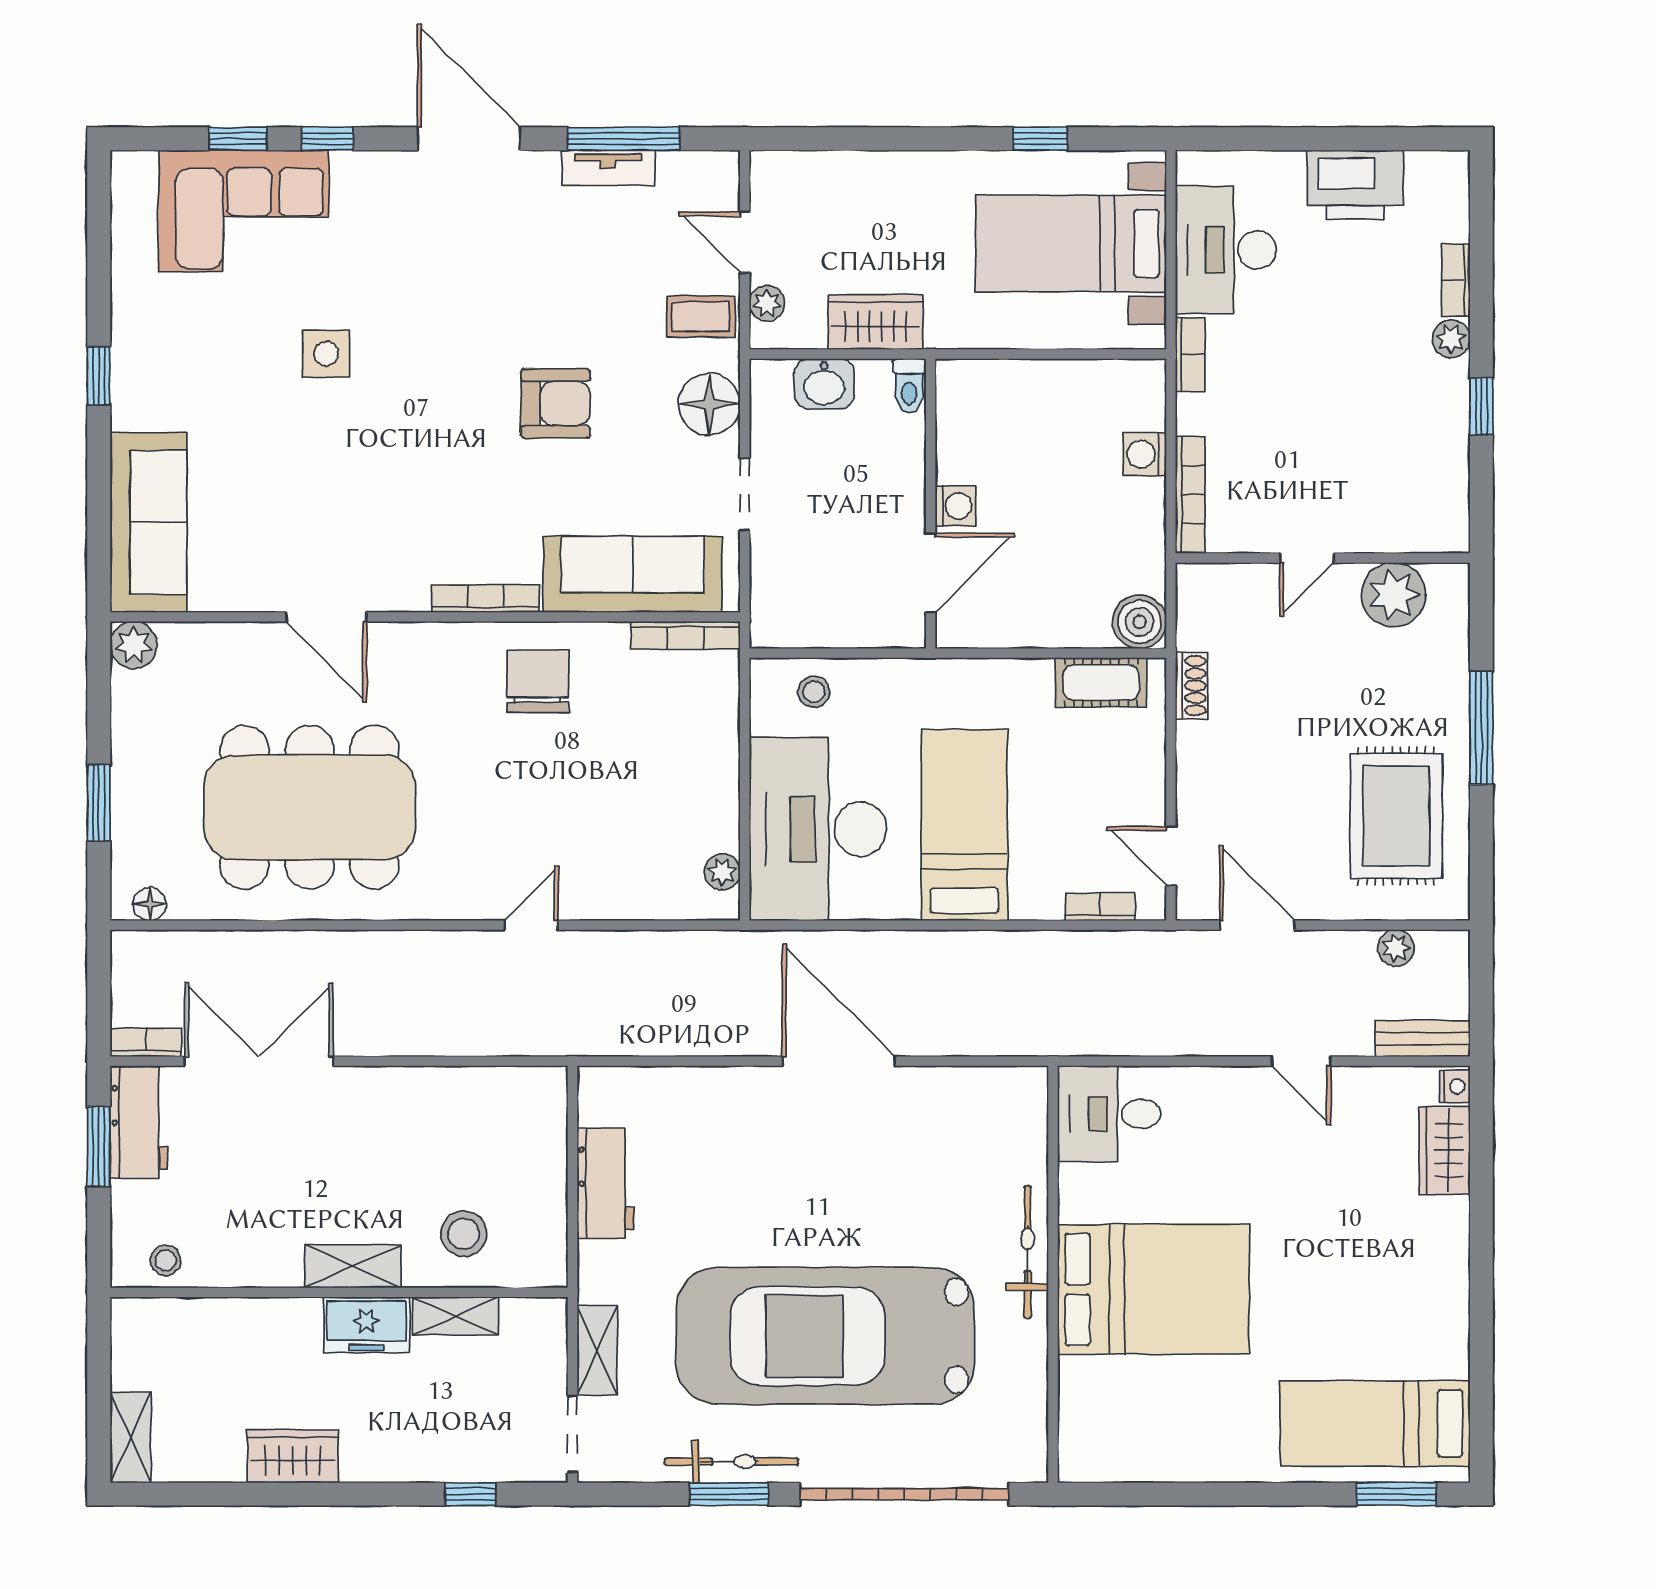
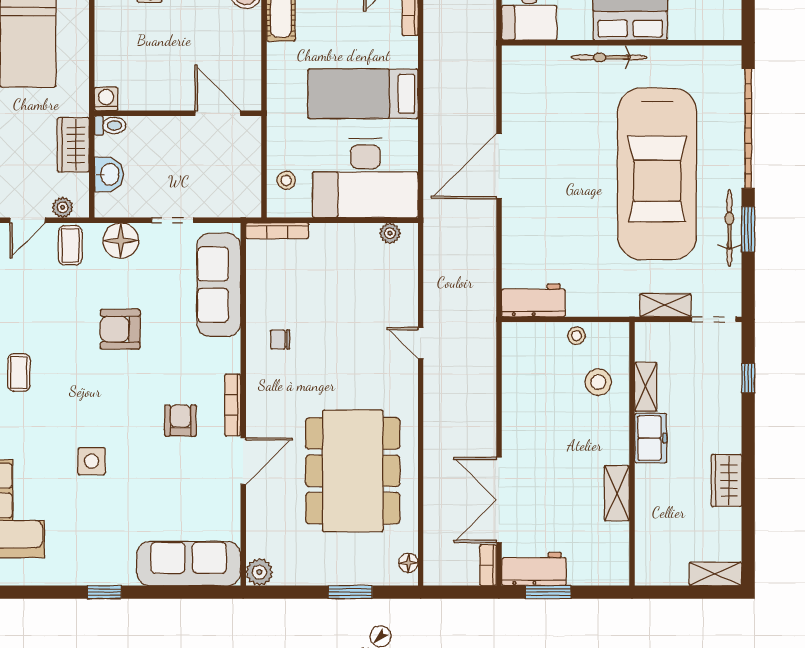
coffee table: (480, 227) -> (19, 372), added
armchair: (556, 403) -> (120, 329), turned -90
washing machine: (955, 506) -> (106, 99), moved
armchair: (397, 508) -> (180, 421), added
bookcase: (486, 599) -> (233, 405), moved
bookcase: (686, 635) -> (277, 231), moved, turned 90
chair: (538, 681) -> (280, 339), width x0.54, depth x0.54
workbench: (606, 1183) -> (533, 300), moved
stool: (166, 1260) -> (576, 336), moved
shelving: (353, 1266) -> (617, 493), moved

